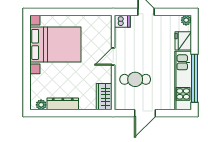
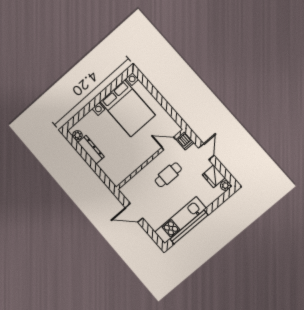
fridge: (183, 41) -> (214, 176), moved, turned -90
door: (113, 57) -> (169, 144), moved
cafe table: (135, 79) -> (168, 175), moved, turned 90
wardrobe: (104, 97) -> (121, 174), removed

